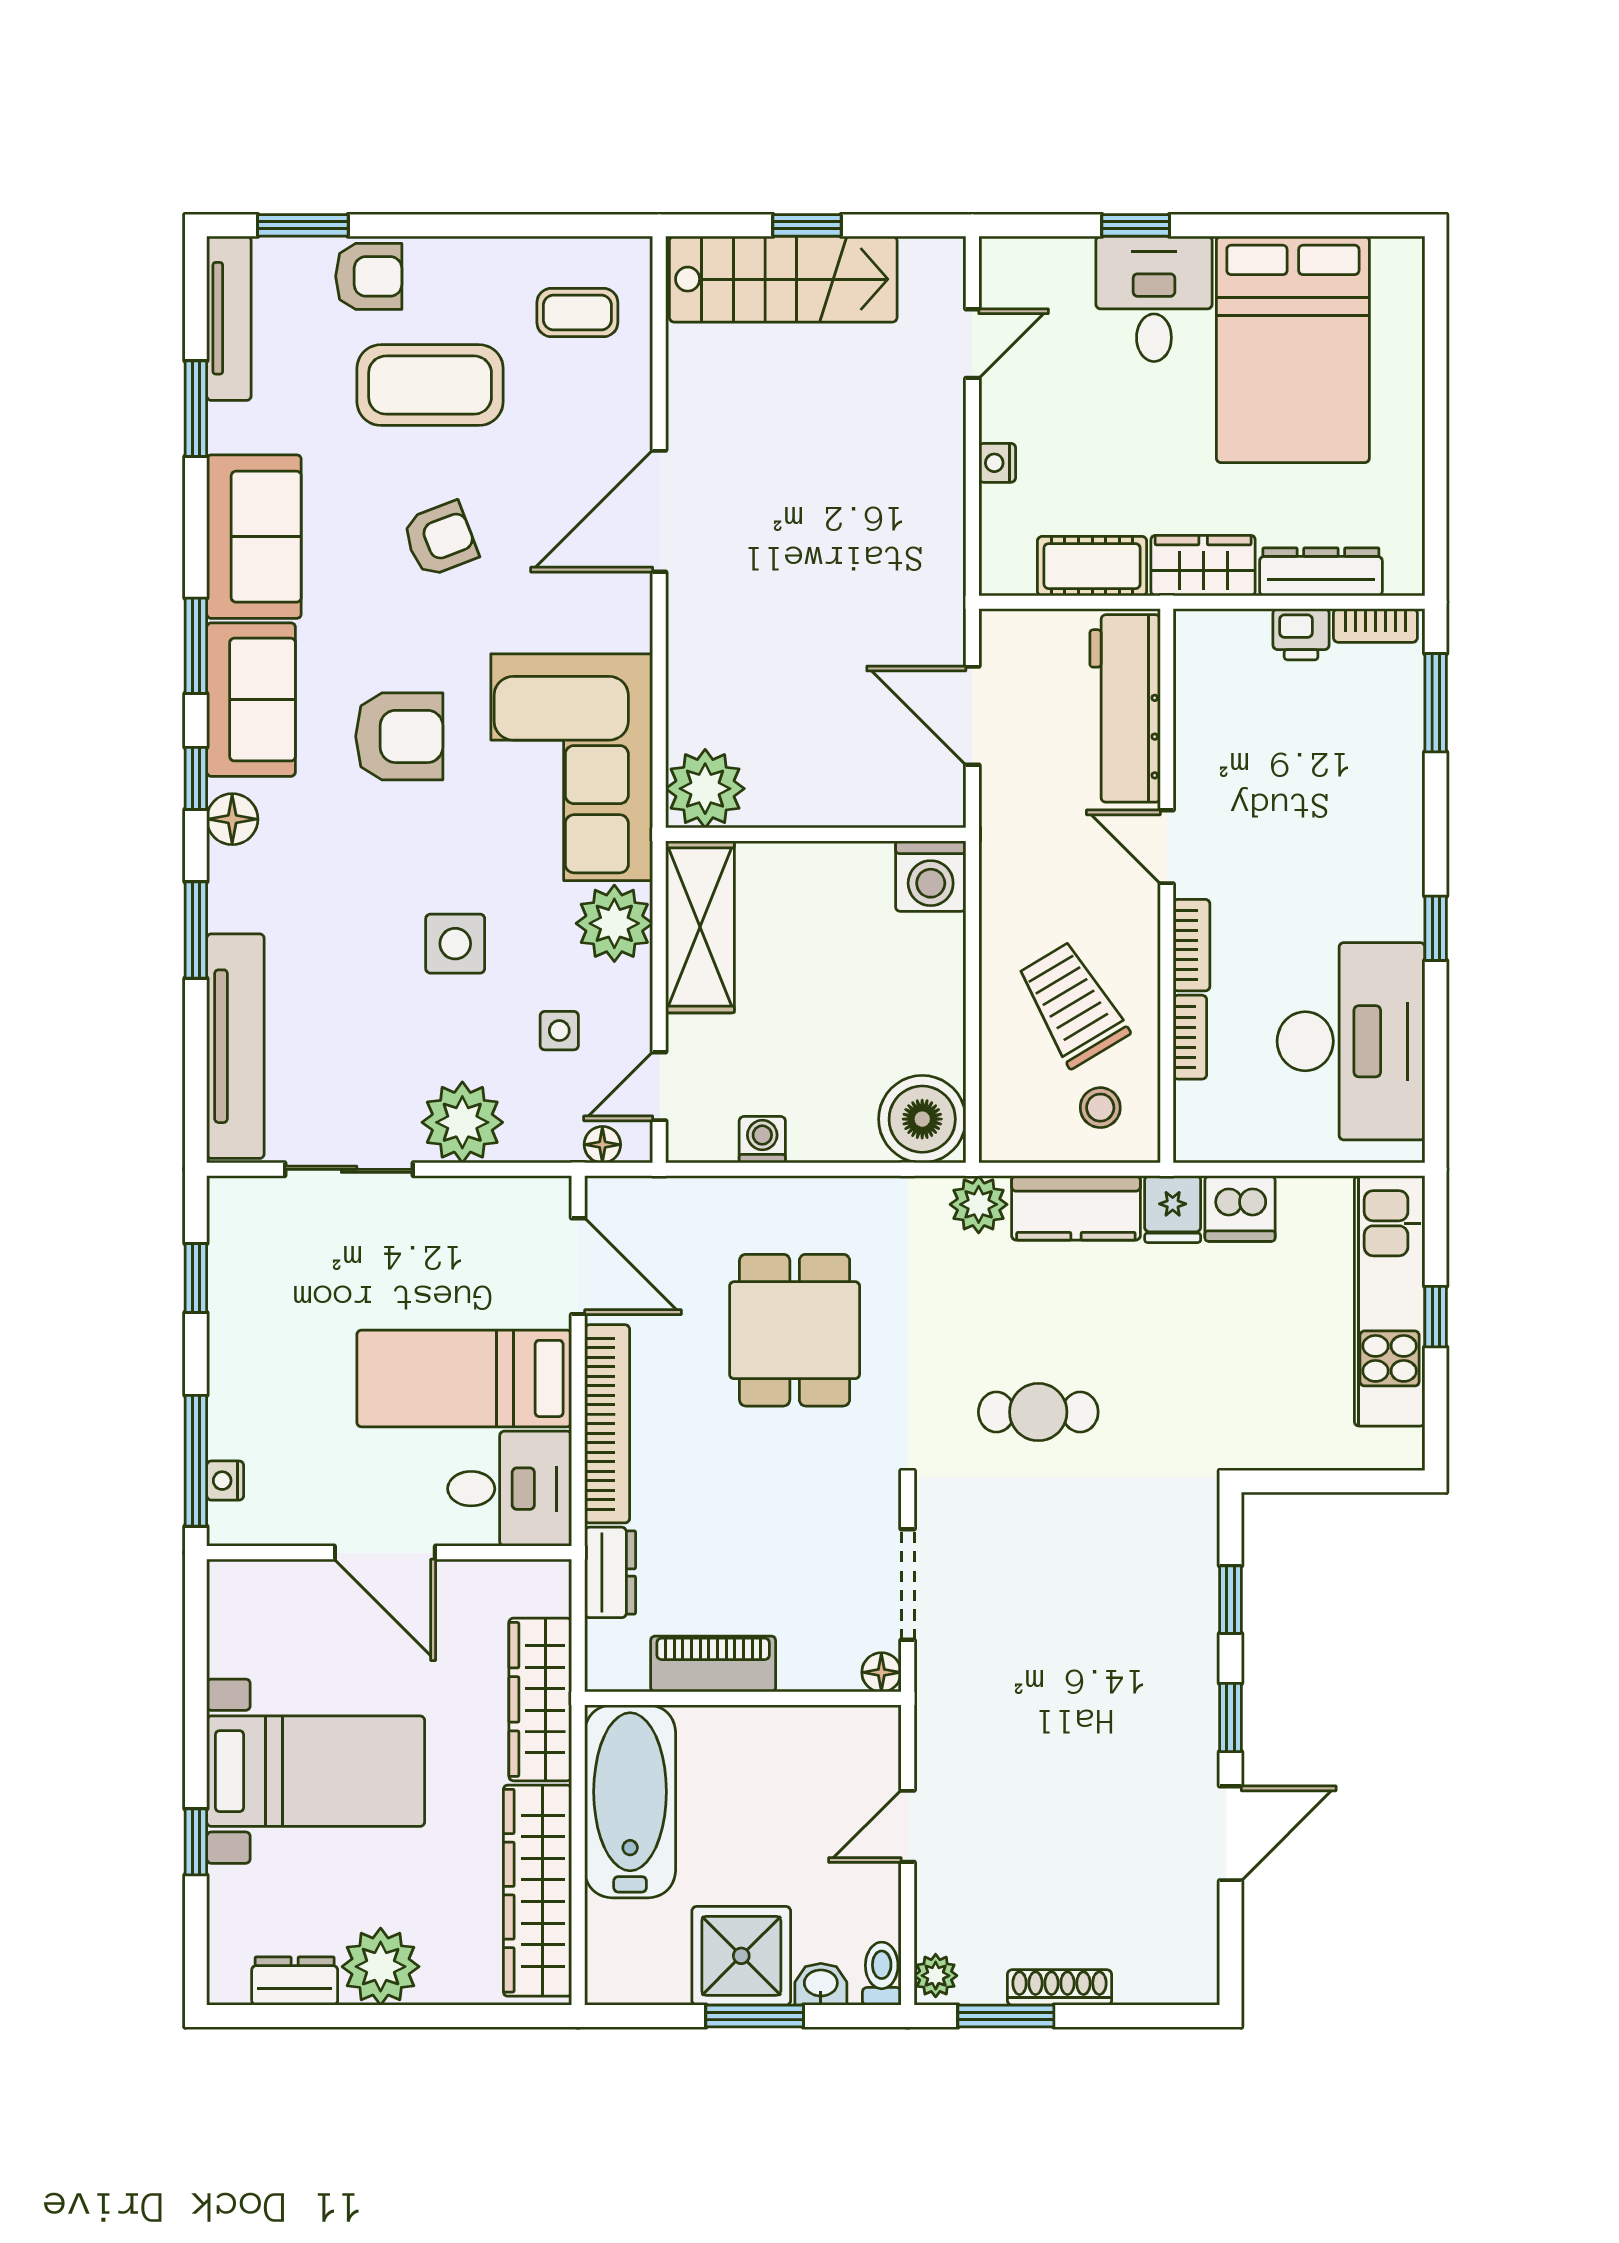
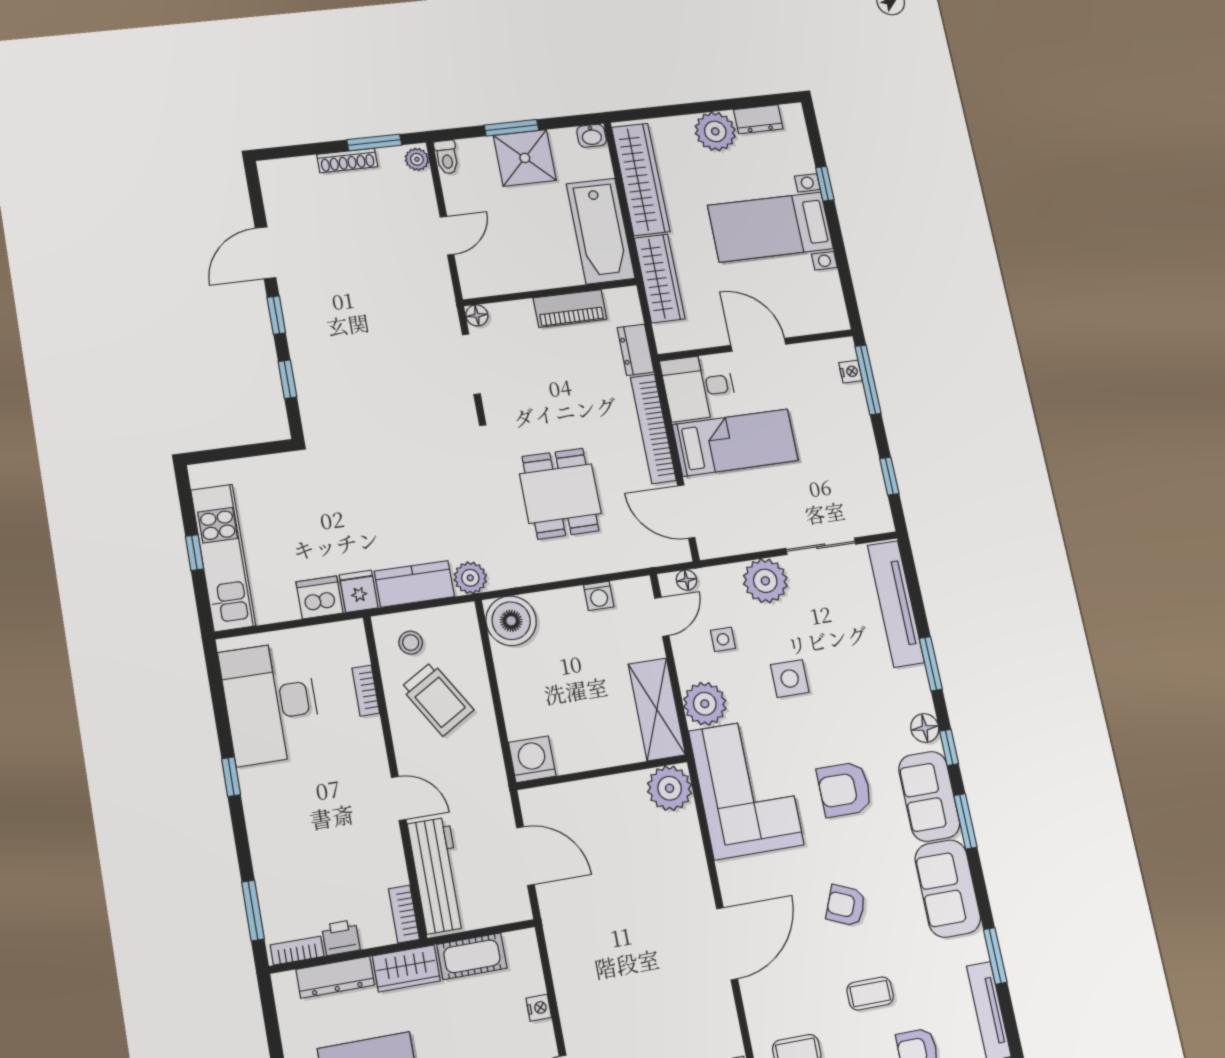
coffee table: (430, 385) -> (870, 994), width x0.54, depth x0.58
armchair: (440, 539) -> (846, 905), turned 44
bookcase: (1192, 945) -> (404, 914), moved
cafe table: (1038, 1412) -> (415, 468), removed
washbasin: (821, 1984) -> (592, 136), moved

